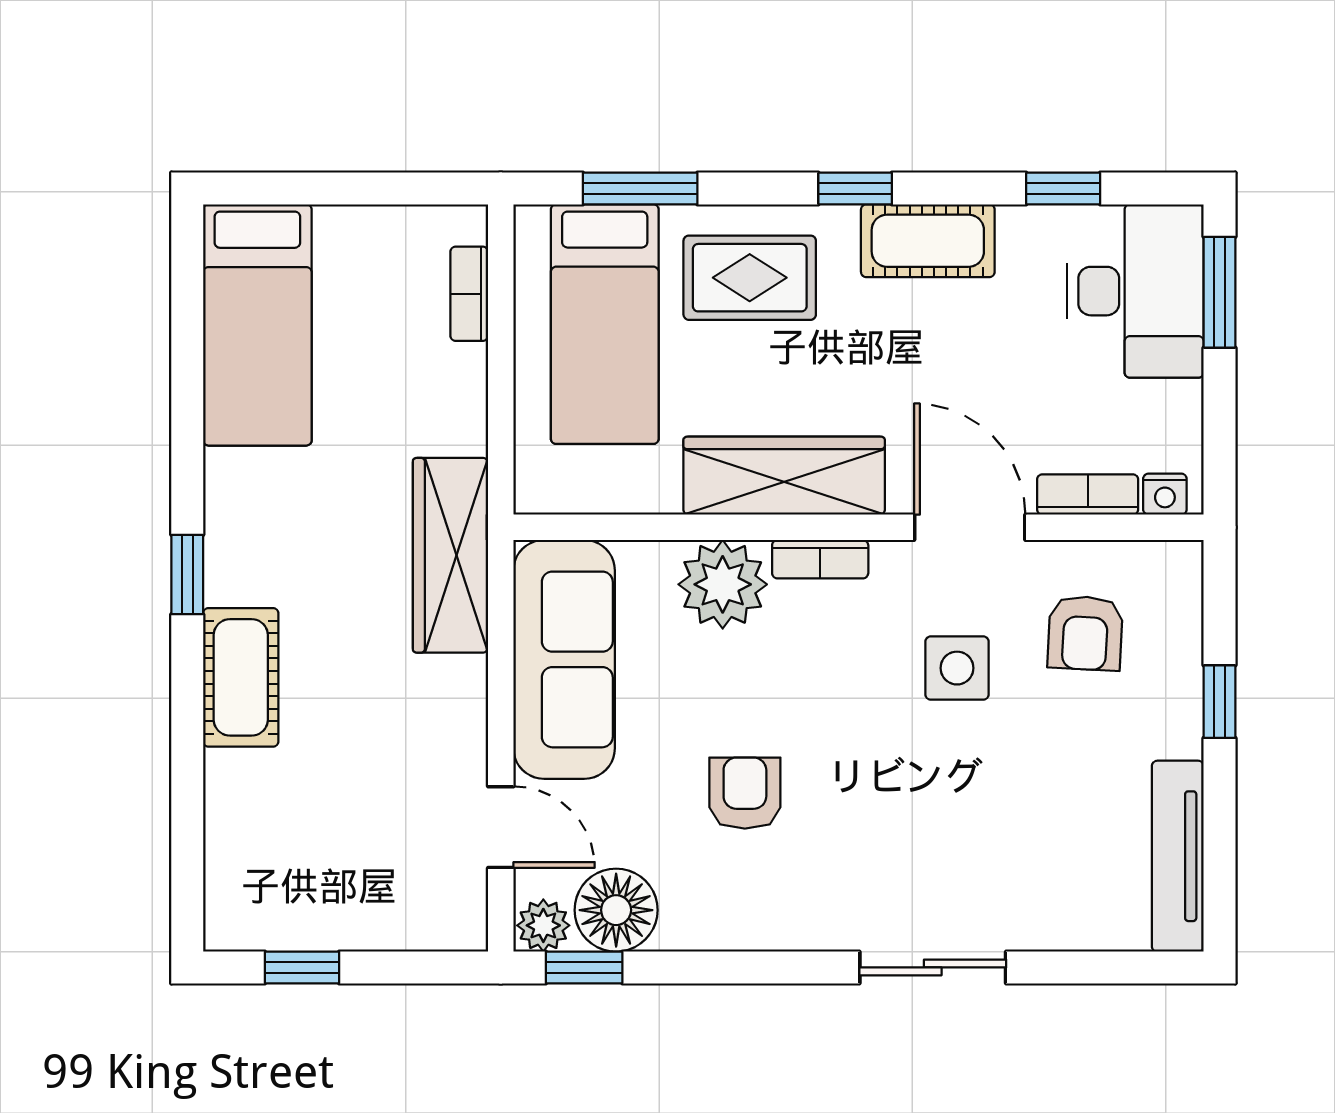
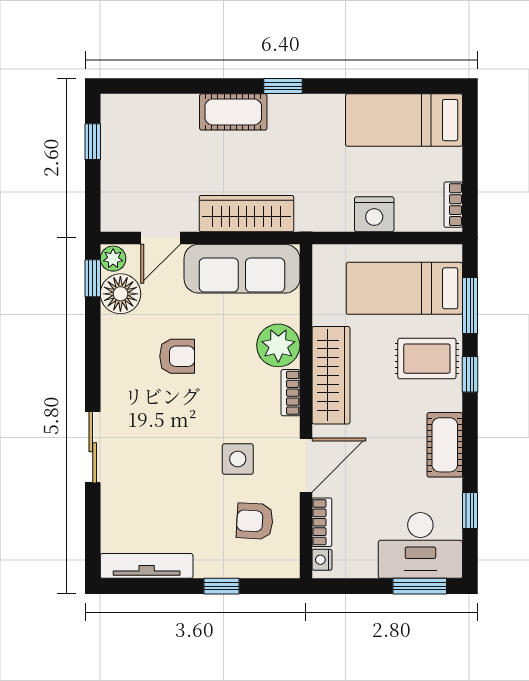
window: (855, 189) -> (470, 374), moved
rug: (750, 278) -> (427, 359), turned 90
bookcase: (469, 294) -> (453, 205), moved, turned -90
nightstand: (452, 386) -> (374, 214), added
wardrobe: (450, 555) -> (246, 214), moved

